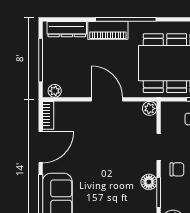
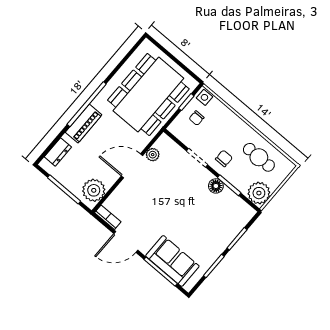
dresser: (67, 29) -> (58, 152), width x0.70
plant: (55, 91) -> (94, 190), width x1.87, depth x1.87
plant: (150, 108) -> (153, 155), moved
door: (41, 147) -> (126, 242), swing flipped

